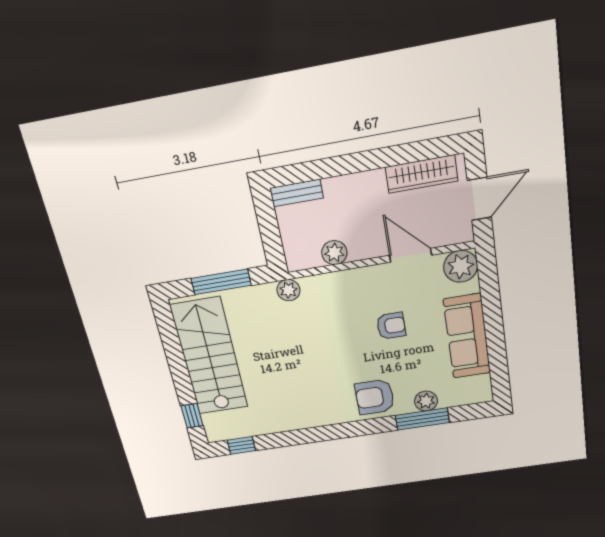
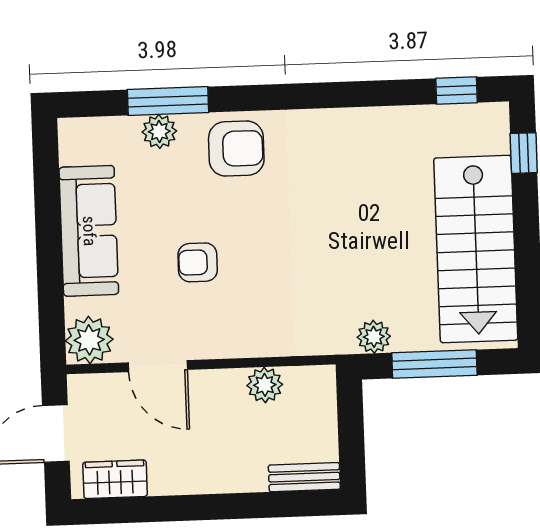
wardrobe: (422, 174) -> (115, 479), width x0.67
plant: (288, 290) -> (374, 337), moved

